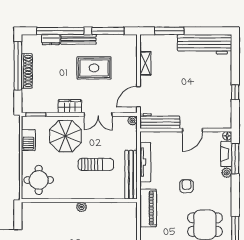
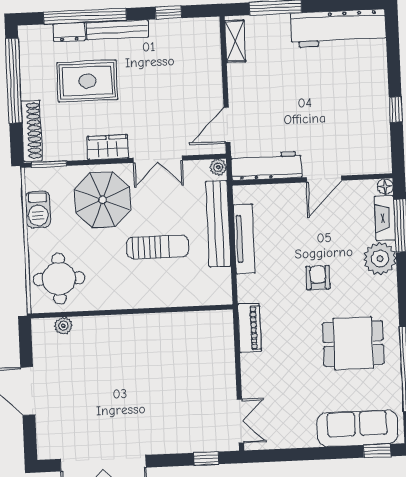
window: (108, 31) -> (168, 12), width x0.46
shelving: (145, 63) -> (235, 41), moved
rug: (94, 68) -> (87, 81), moved
shoe rack: (27, 71) -> (32, 131), moved
plant: (227, 173) -> (380, 259), width x1.87, depth x1.87
bench: (131, 175) -> (218, 224), moved
plant: (82, 207) -> (63, 326), moved
piano: (148, 208) -> (250, 328), width x0.73, depth x0.75

